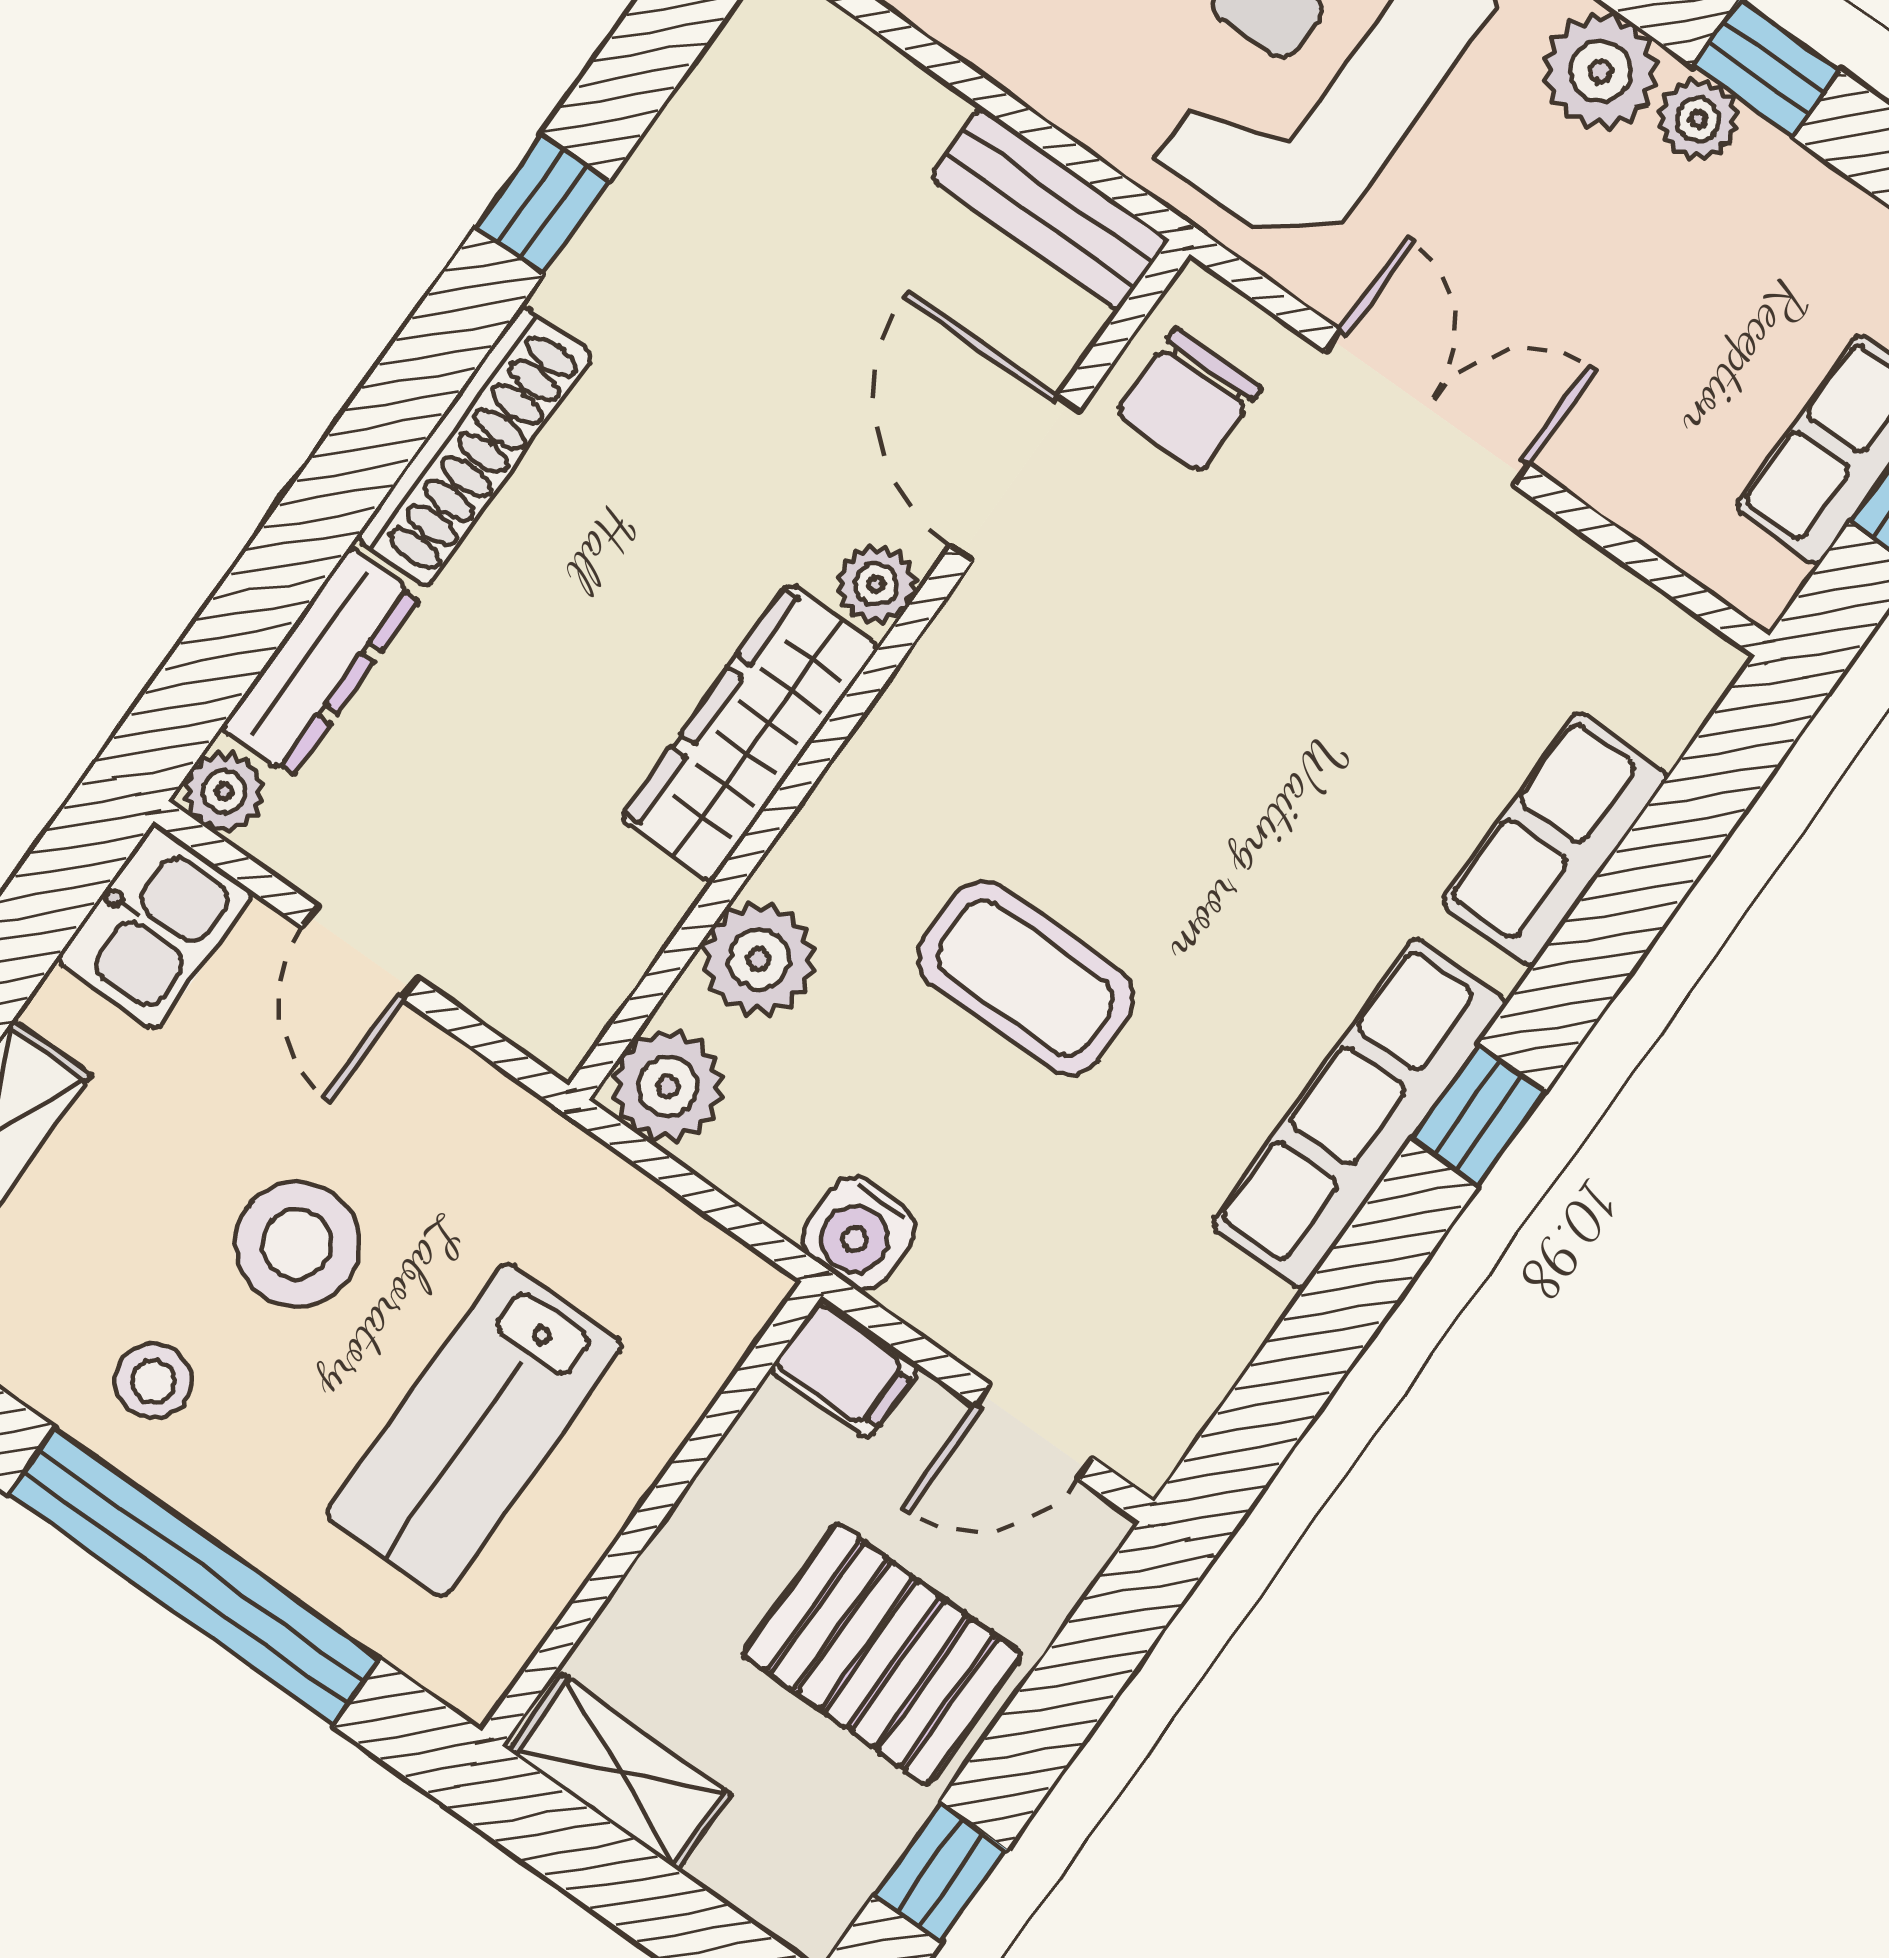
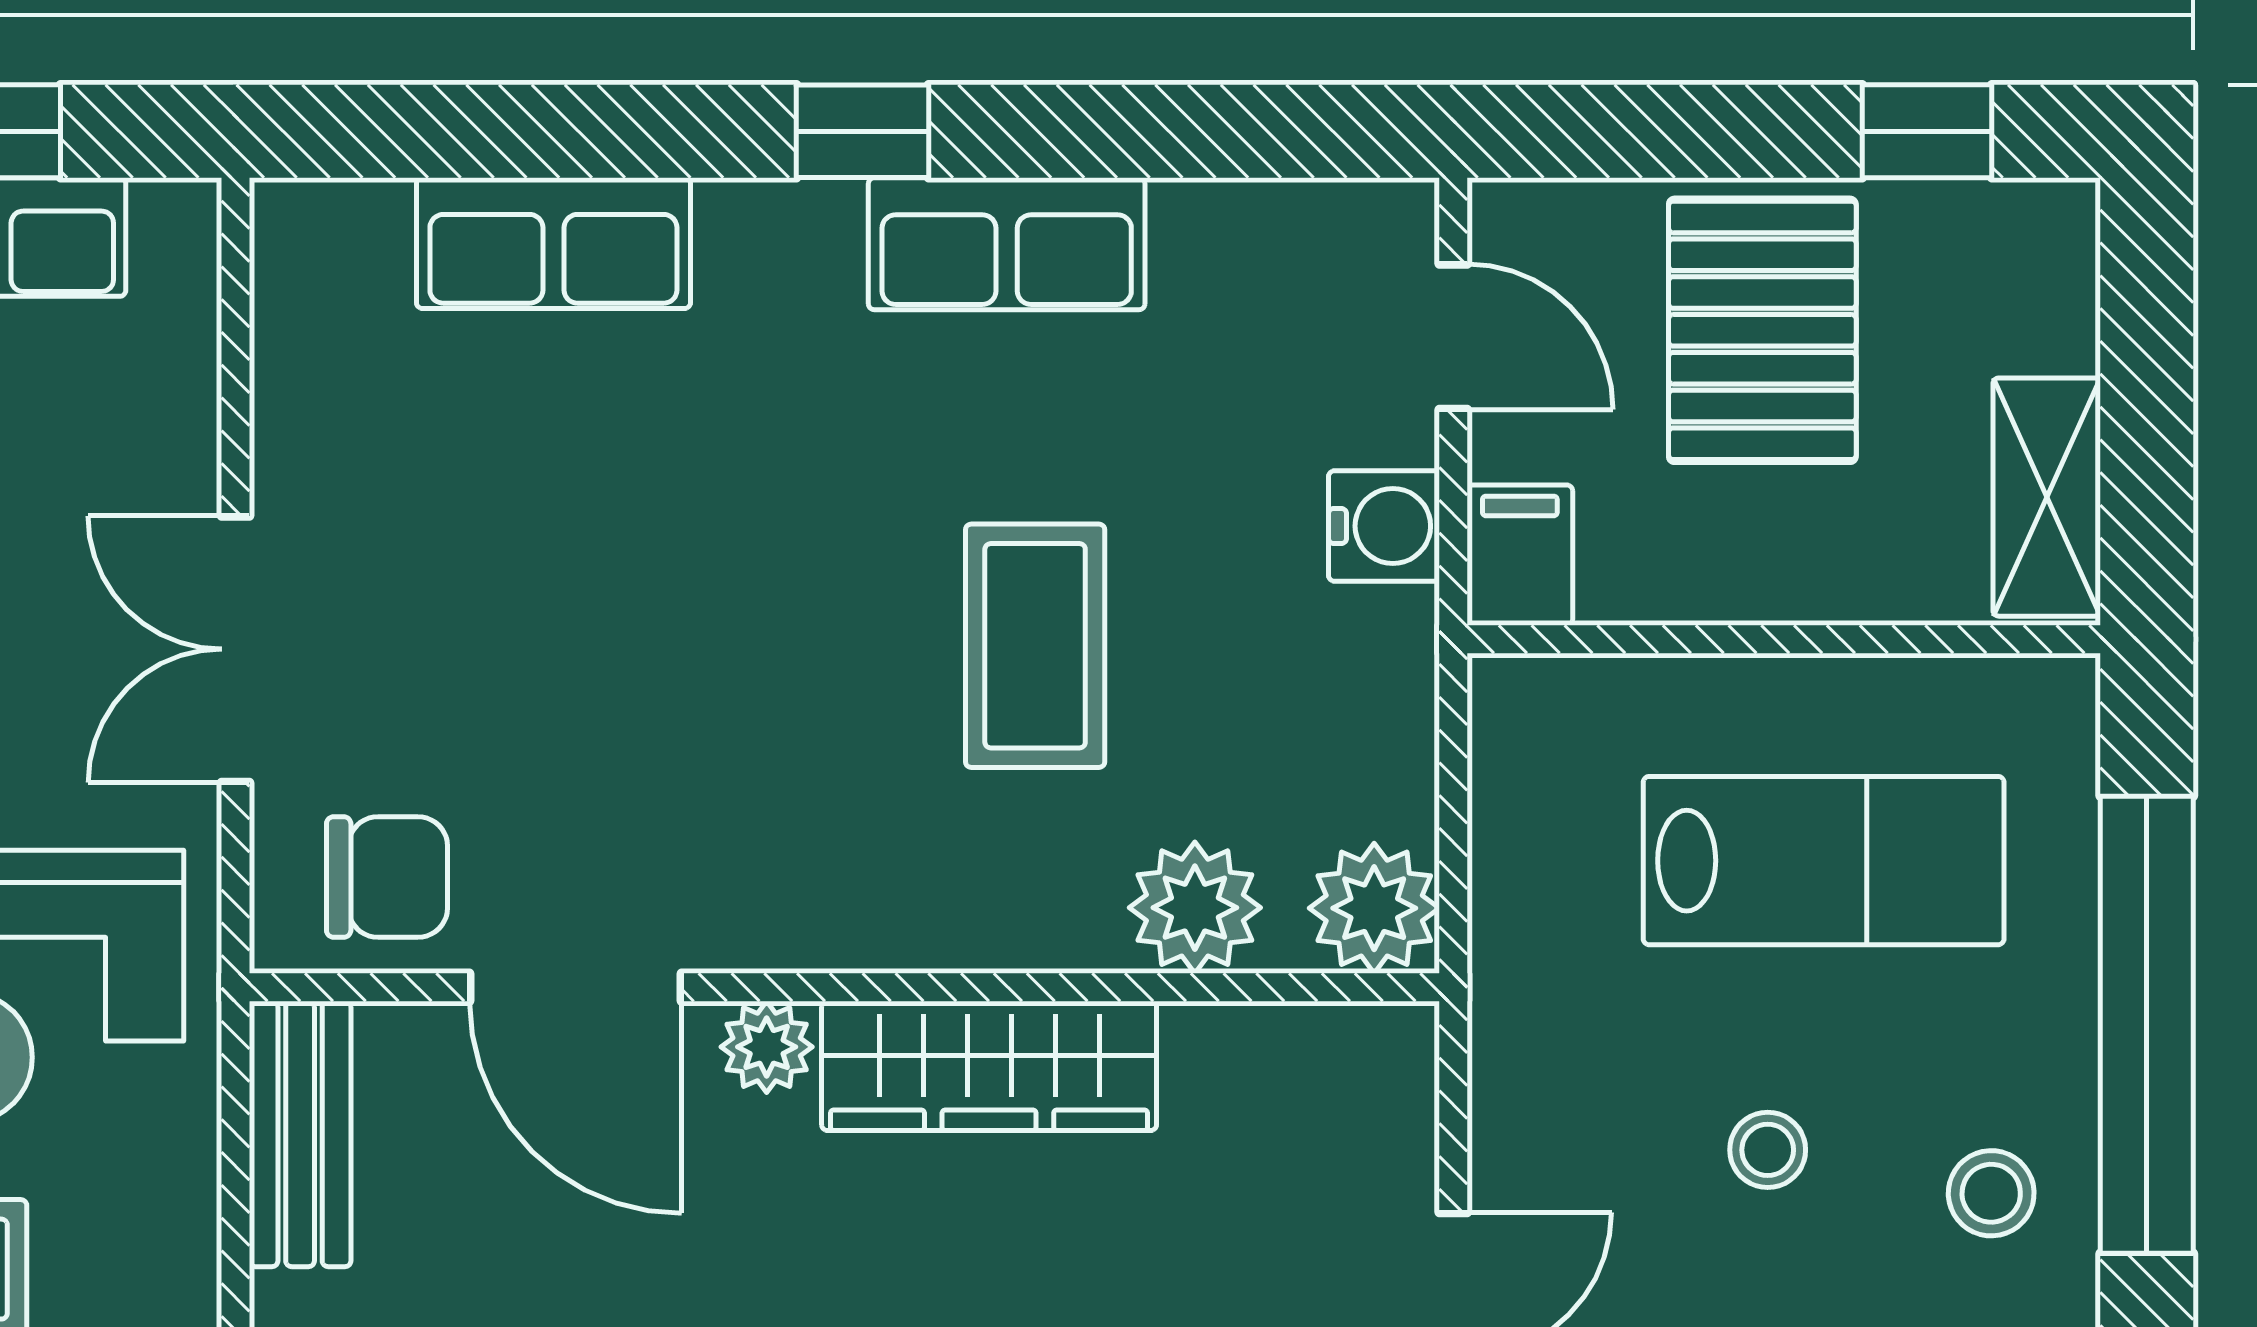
door: (1015, 479) -> (575, 987), hinge flipped
row of seats: (1359, 1114) -> (1007, 244), width x0.68
water cooler: (859, 1233) -> (1384, 526), moved
stool: (297, 1244) -> (1768, 1150), width x0.53, depth x0.53

